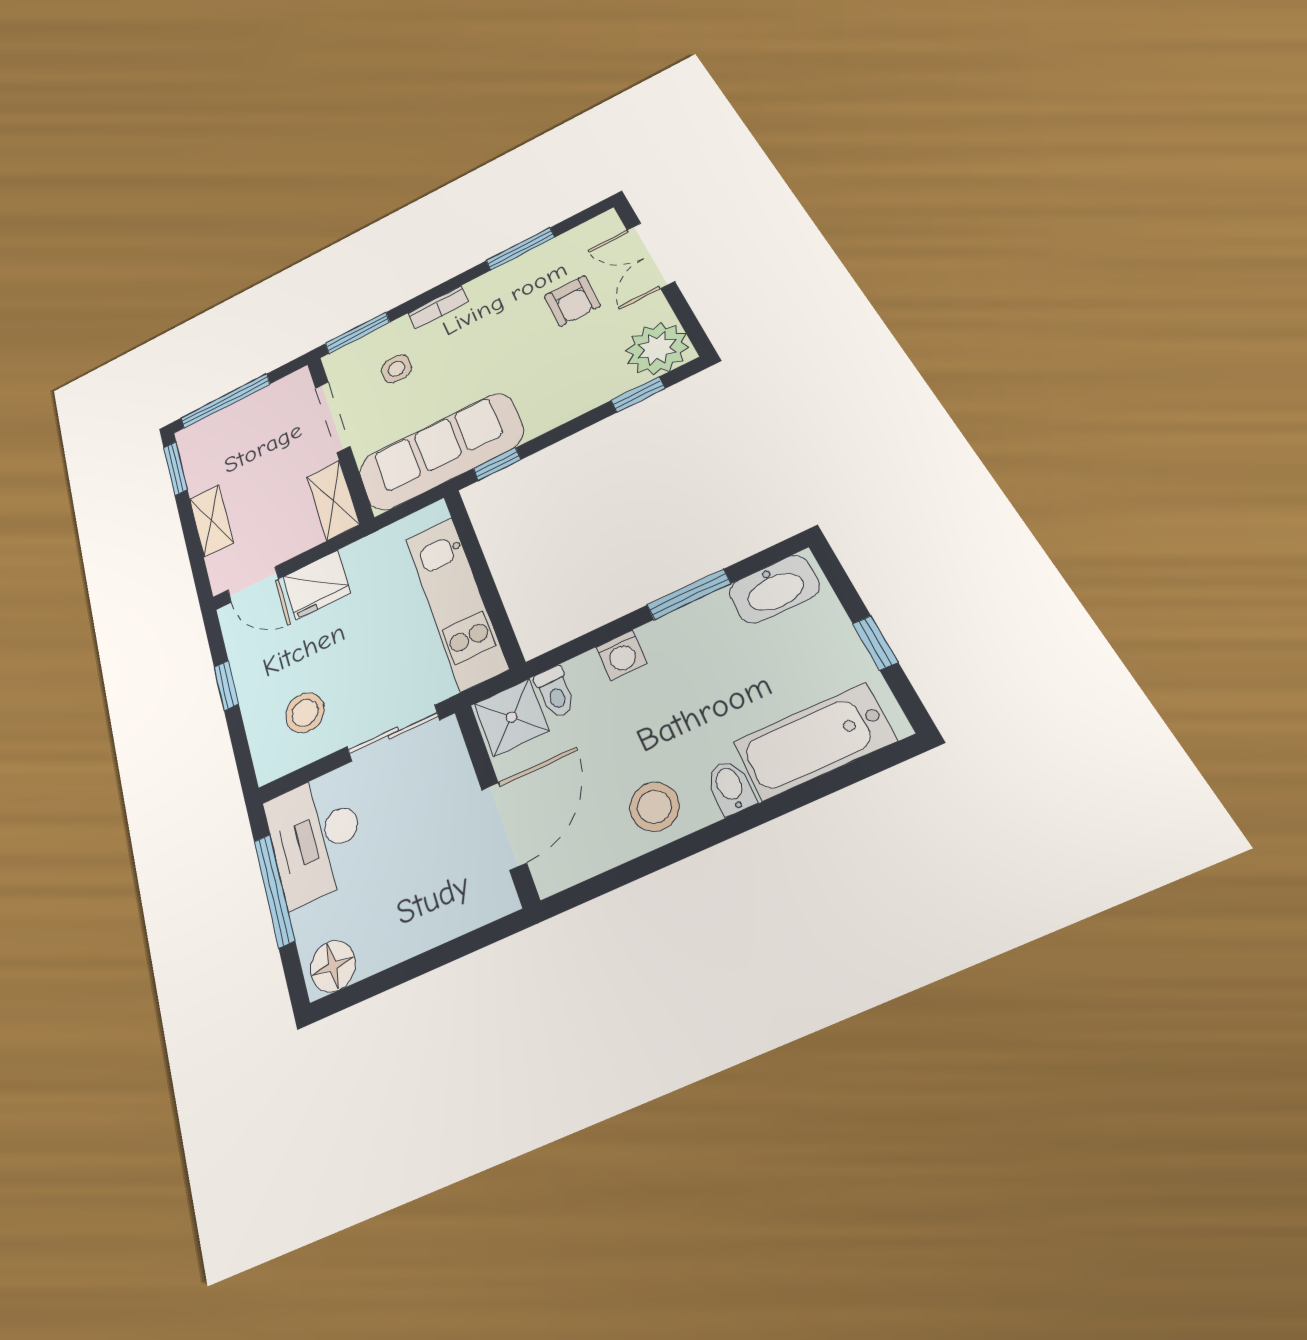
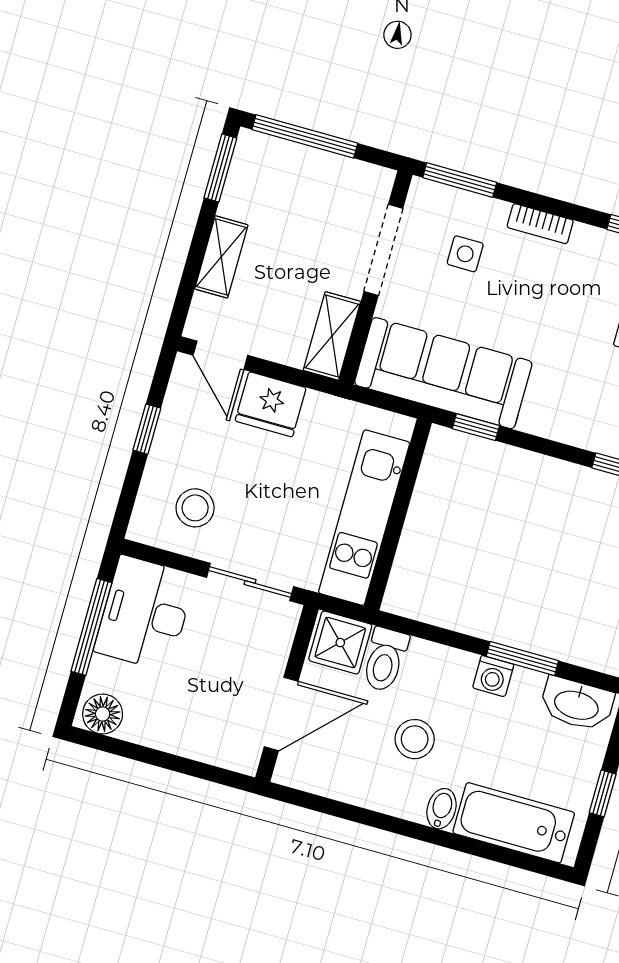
washing machine: (622, 655) -> (493, 676), moved
toilet: (555, 692) -> (385, 660), width x1.37, depth x1.39
stool: (654, 807) -> (415, 739), moved

